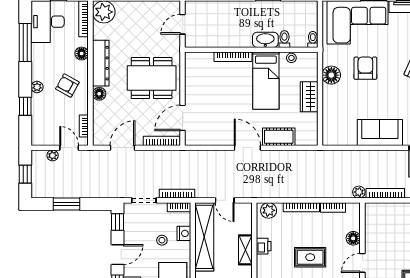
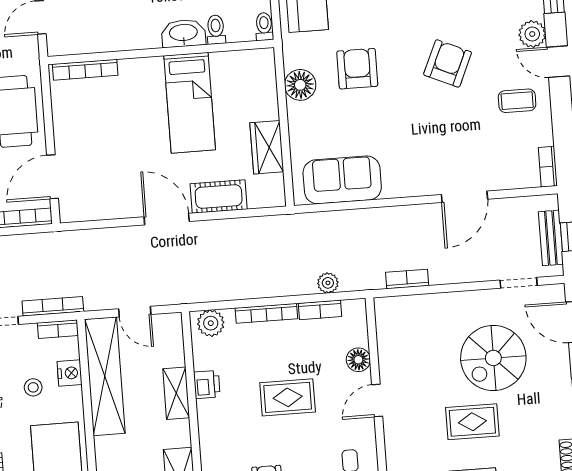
bookcase: (233, 57) -> (85, 70), moved
stool: (291, 58) -> (230, 61), removed
wardrobe: (309, 97) -> (267, 147), moved
sofa: (380, 132) -> (342, 180), moved
plant: (359, 192) -> (328, 283), moved
bookcase: (385, 193) -> (407, 279), width x0.64

